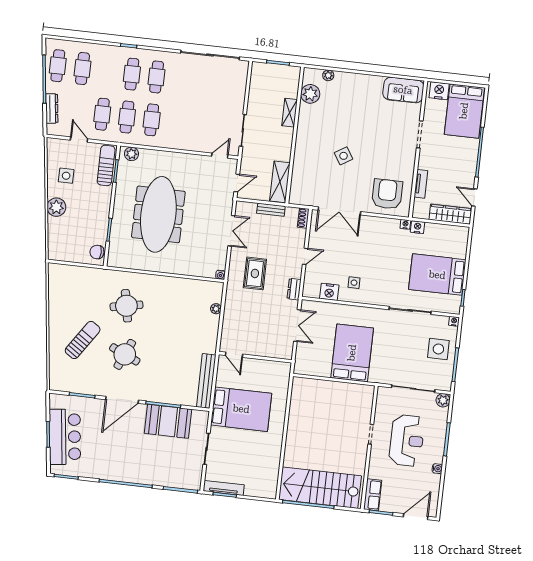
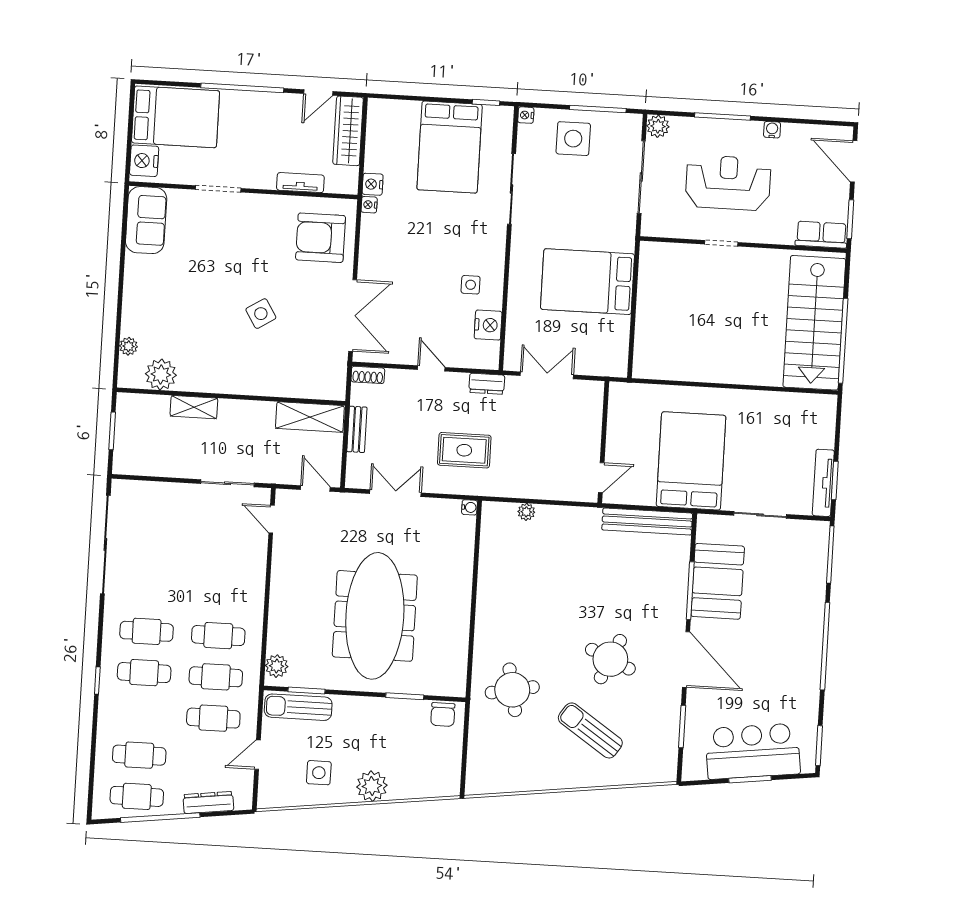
meeting table: (158, 214) -> (375, 616), turned 90
round table: (126, 306) -> (512, 690), moved

